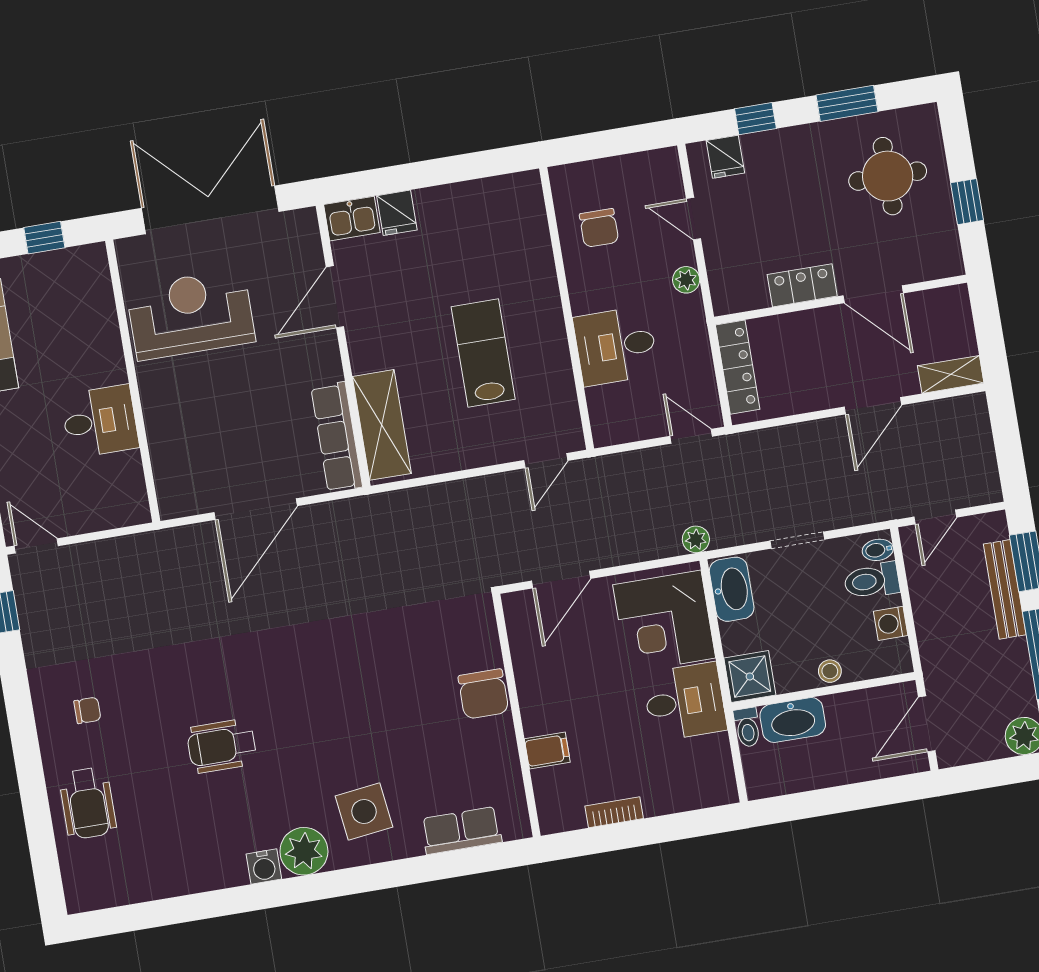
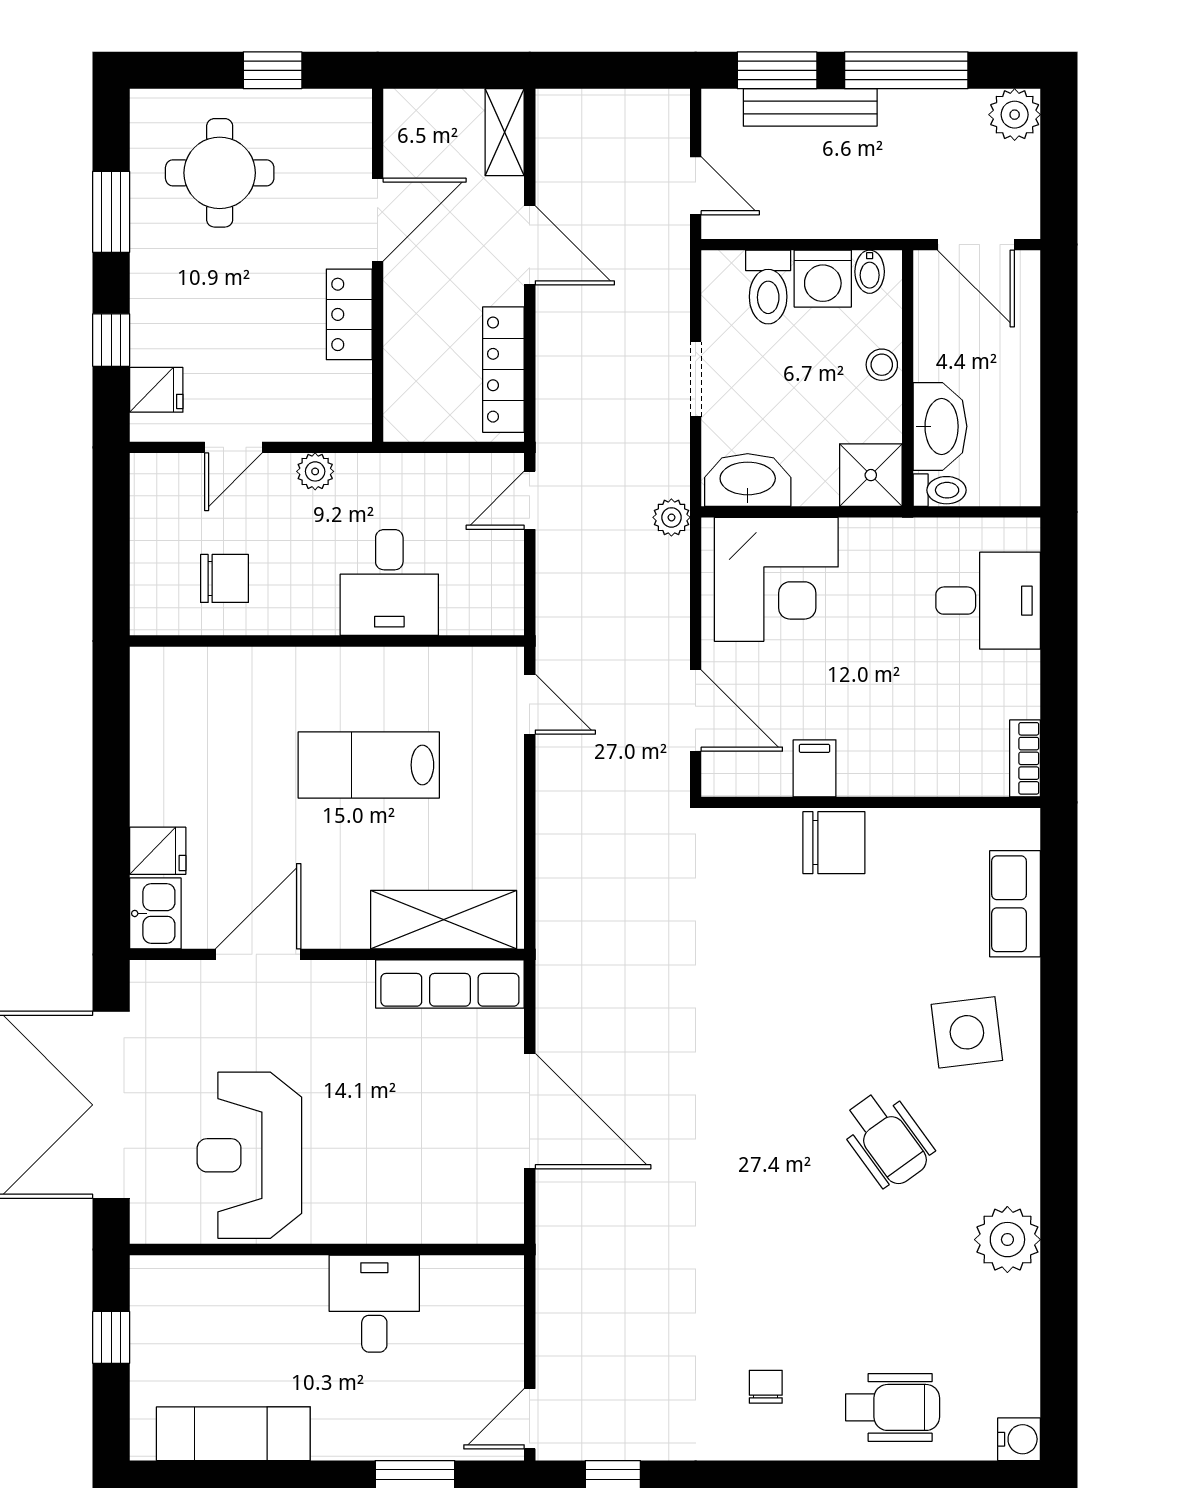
door: (335, 297) -> (258, 954), swing flipped
locker: (738, 367) -> (503, 370), moved, turned -90
bidet: (878, 550) -> (870, 272), moved
washing machine: (891, 623) -> (823, 279), width x1.38, depth x1.38
desk: (685, 702) -> (988, 601), moved, turned 90
wheelchair: (222, 746) -> (887, 1139), moved, turned -36
filing cabinet: (547, 750) -> (815, 768), moved
bookcase: (614, 812) -> (1025, 758), moved
plant: (304, 851) -> (1007, 1240), moved
water cooler: (264, 866) -> (1019, 1439), moved

